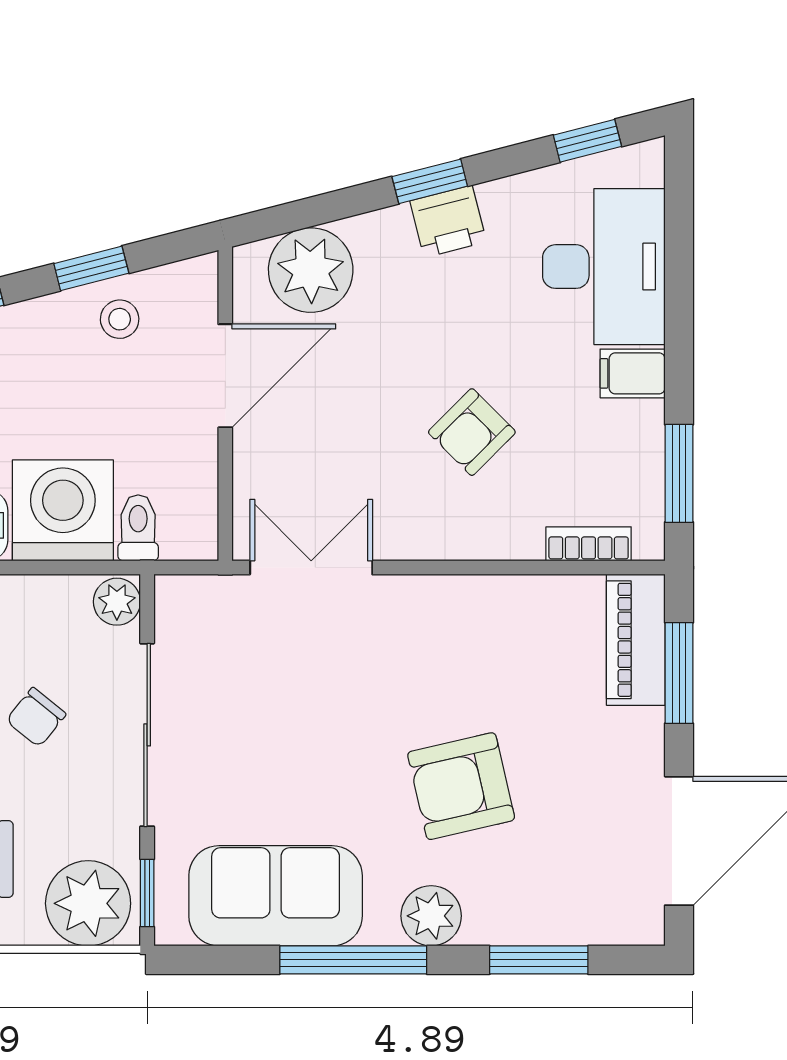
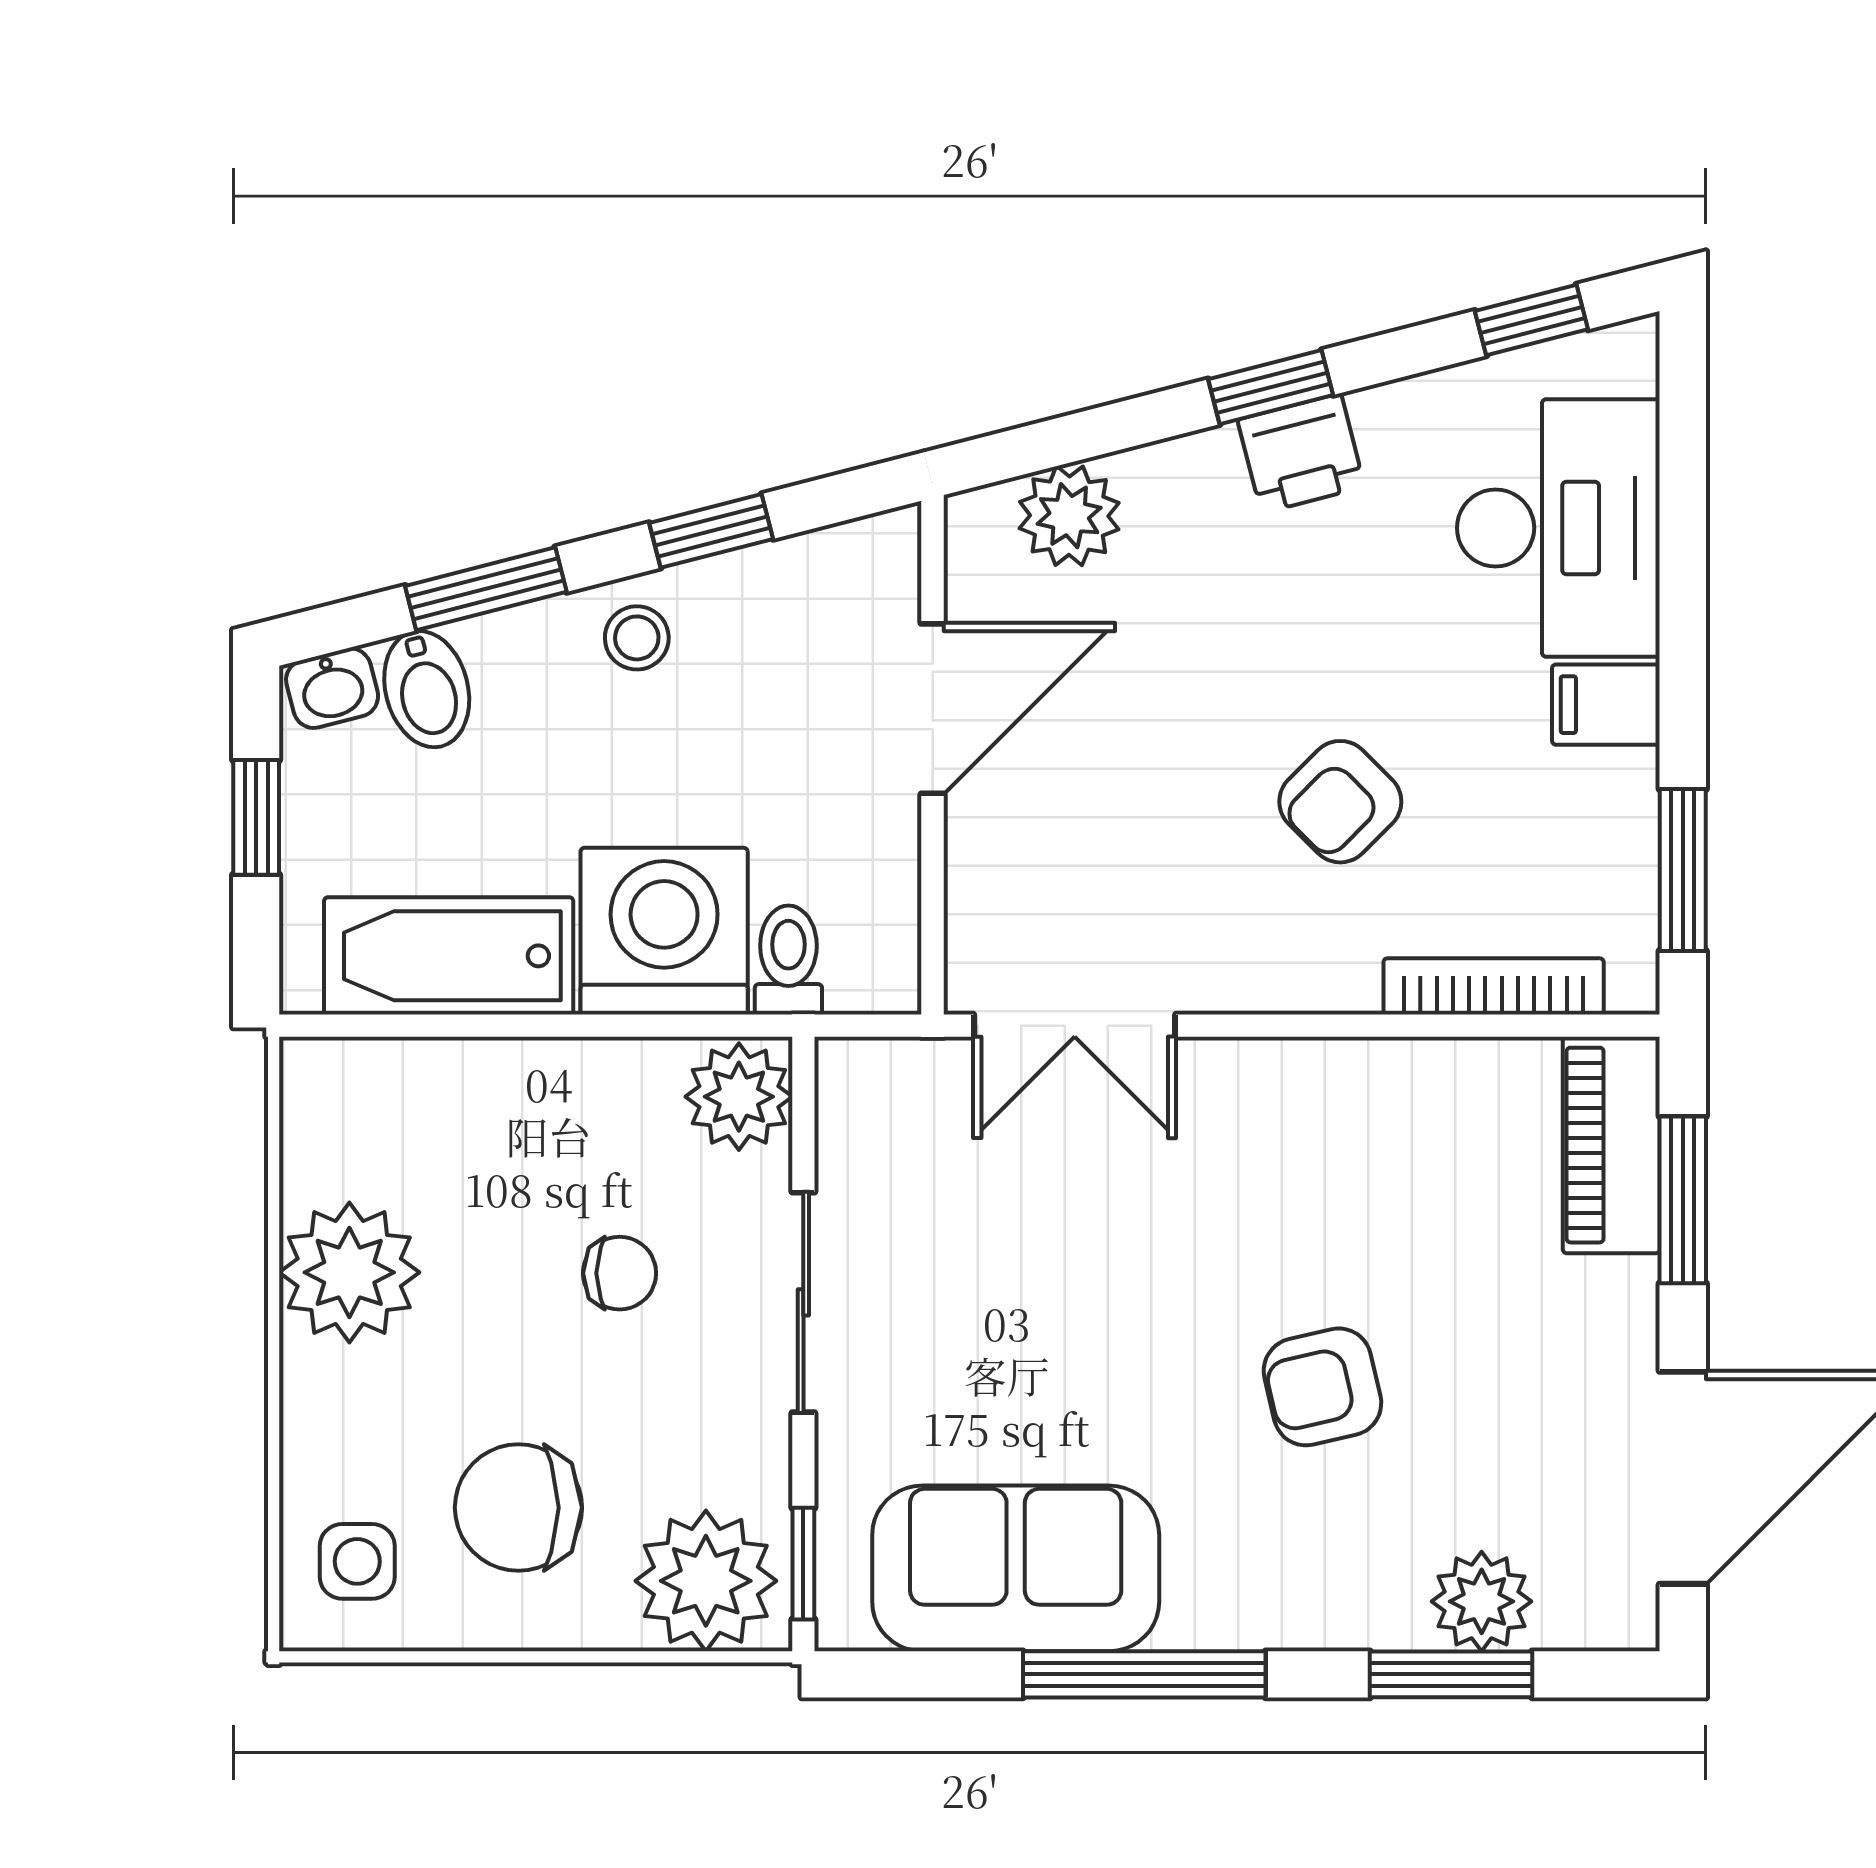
plant: (311, 270) -> (1069, 516), width x0.73, depth x0.73
stool: (120, 319) -> (637, 638), moved
bookcase: (589, 544) -> (1494, 986), width x1.56
double door: (311, 568) -> (1075, 1026), swing flipped
plant: (117, 602) -> (739, 1097), width x1.38, depth x1.38
chair: (36, 717) -> (620, 1273), turned -129
sliding door: (147, 735) -> (803, 1302), width x0.73
armchair: (461, 786) -> (1322, 1387), width x0.72, depth x0.72
plant: (431, 916) -> (1482, 1601), moved

